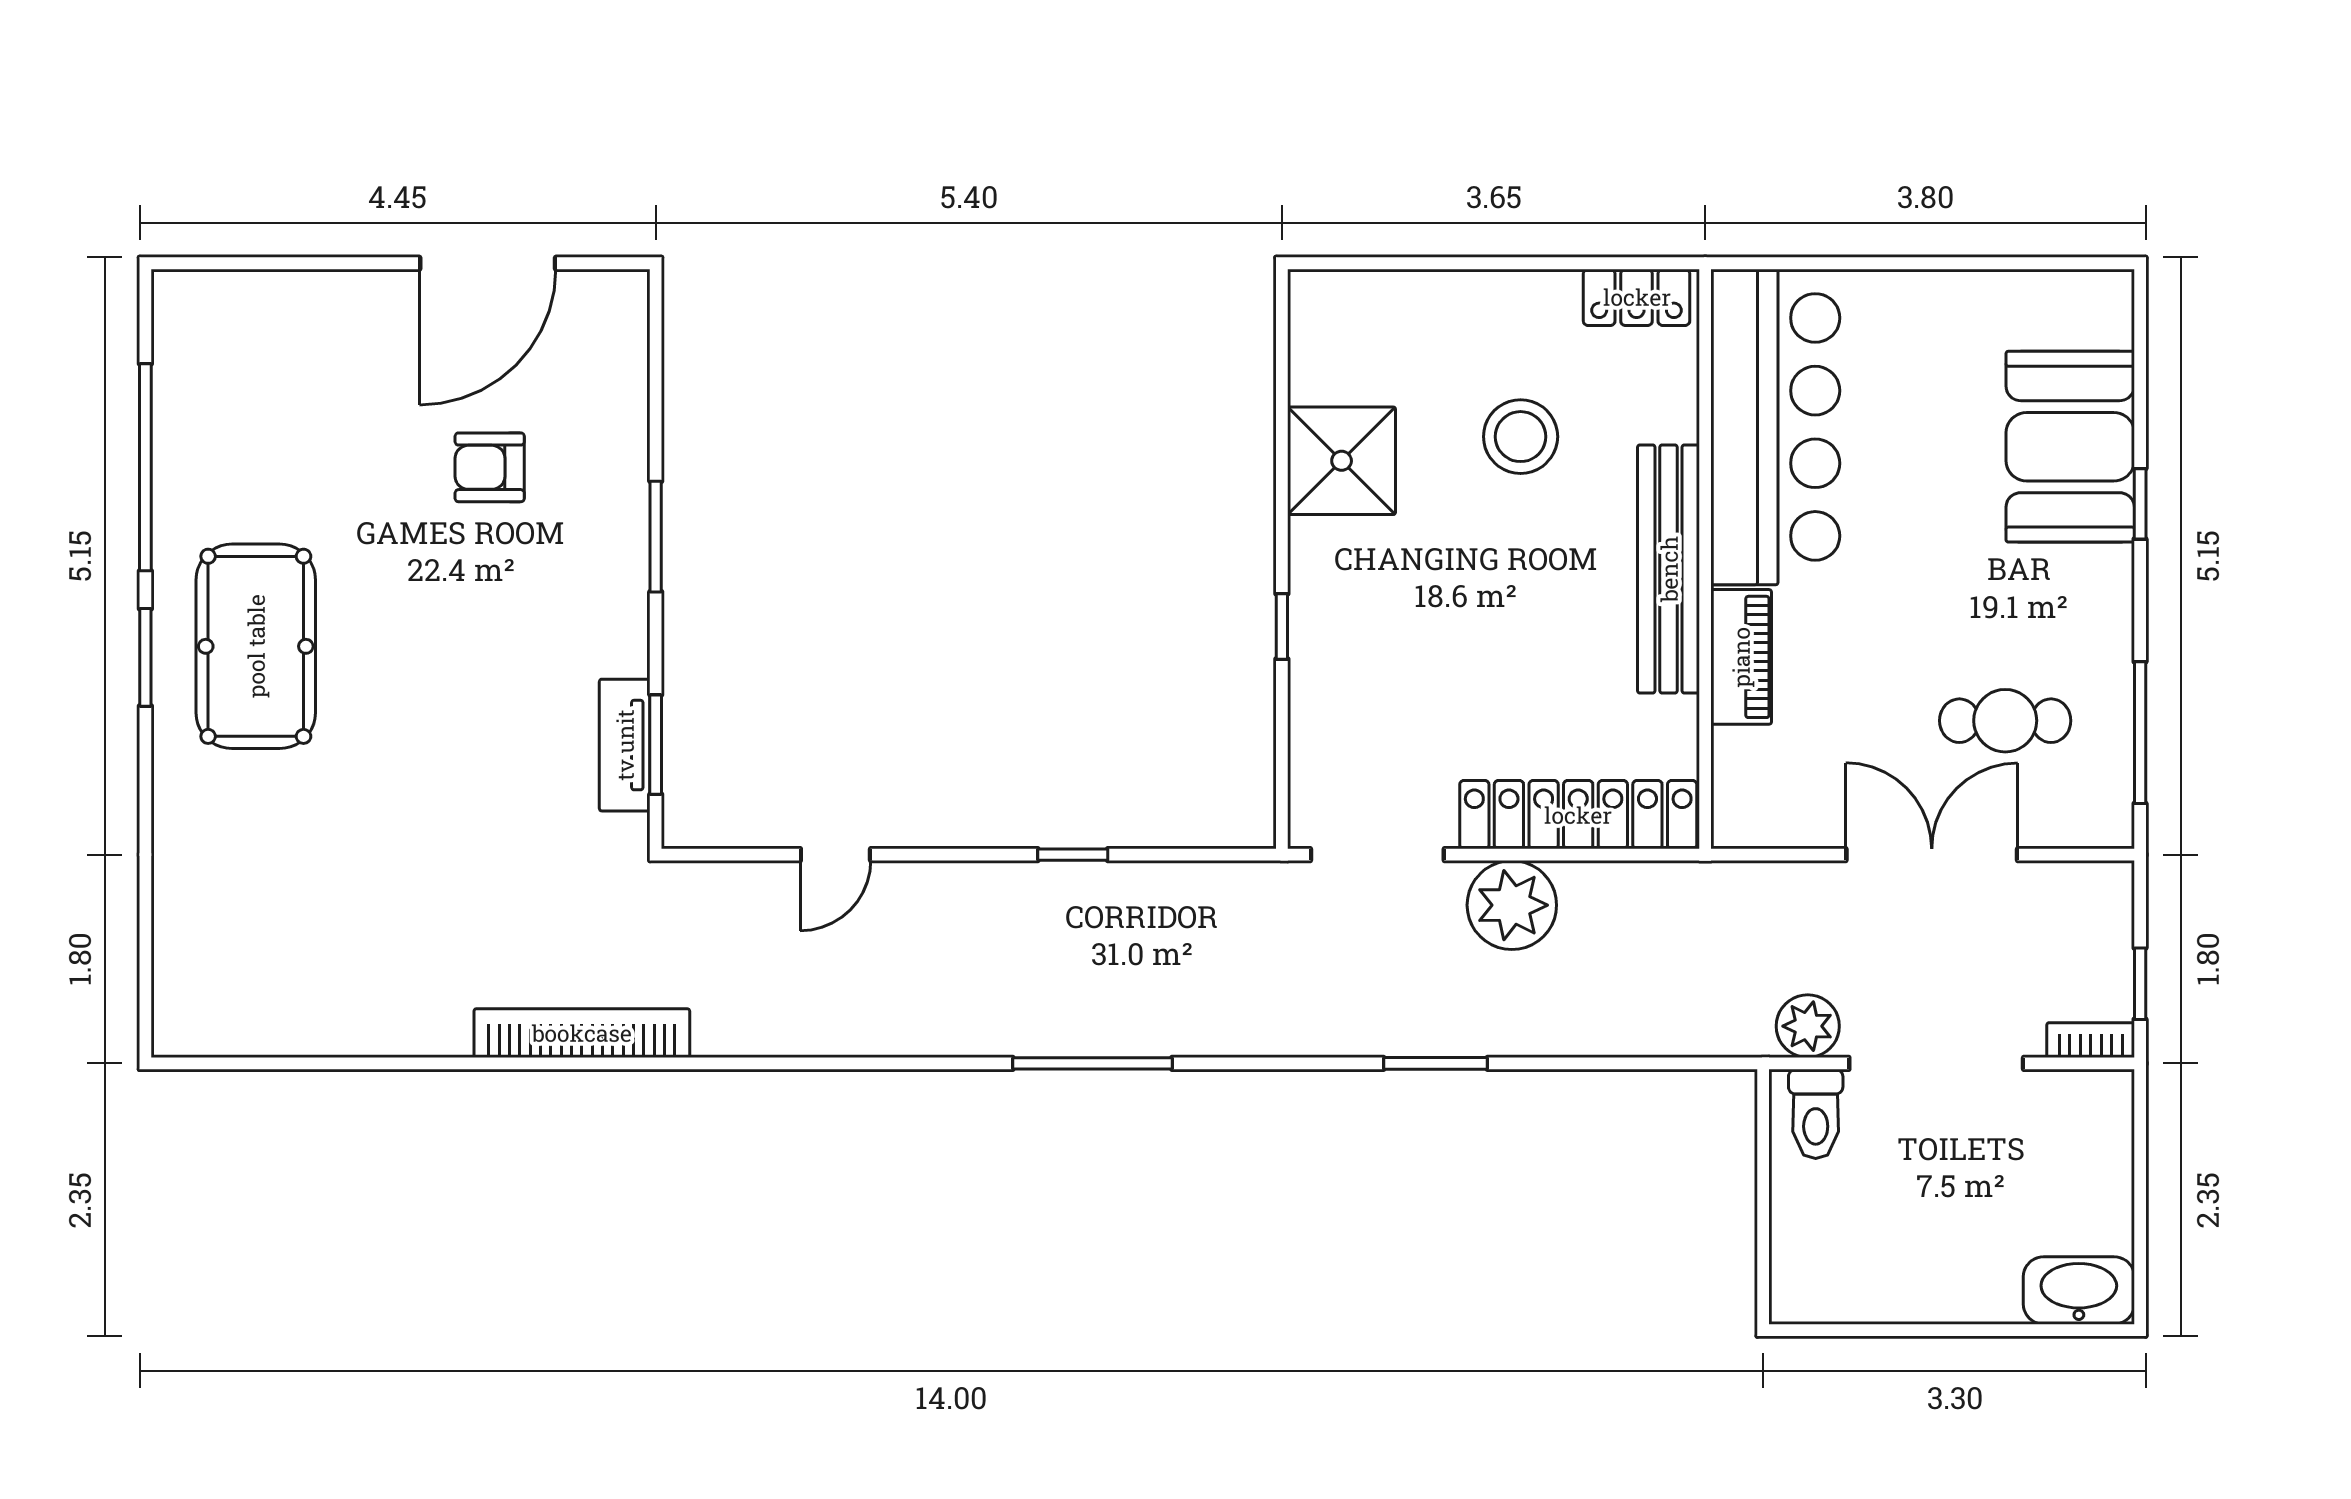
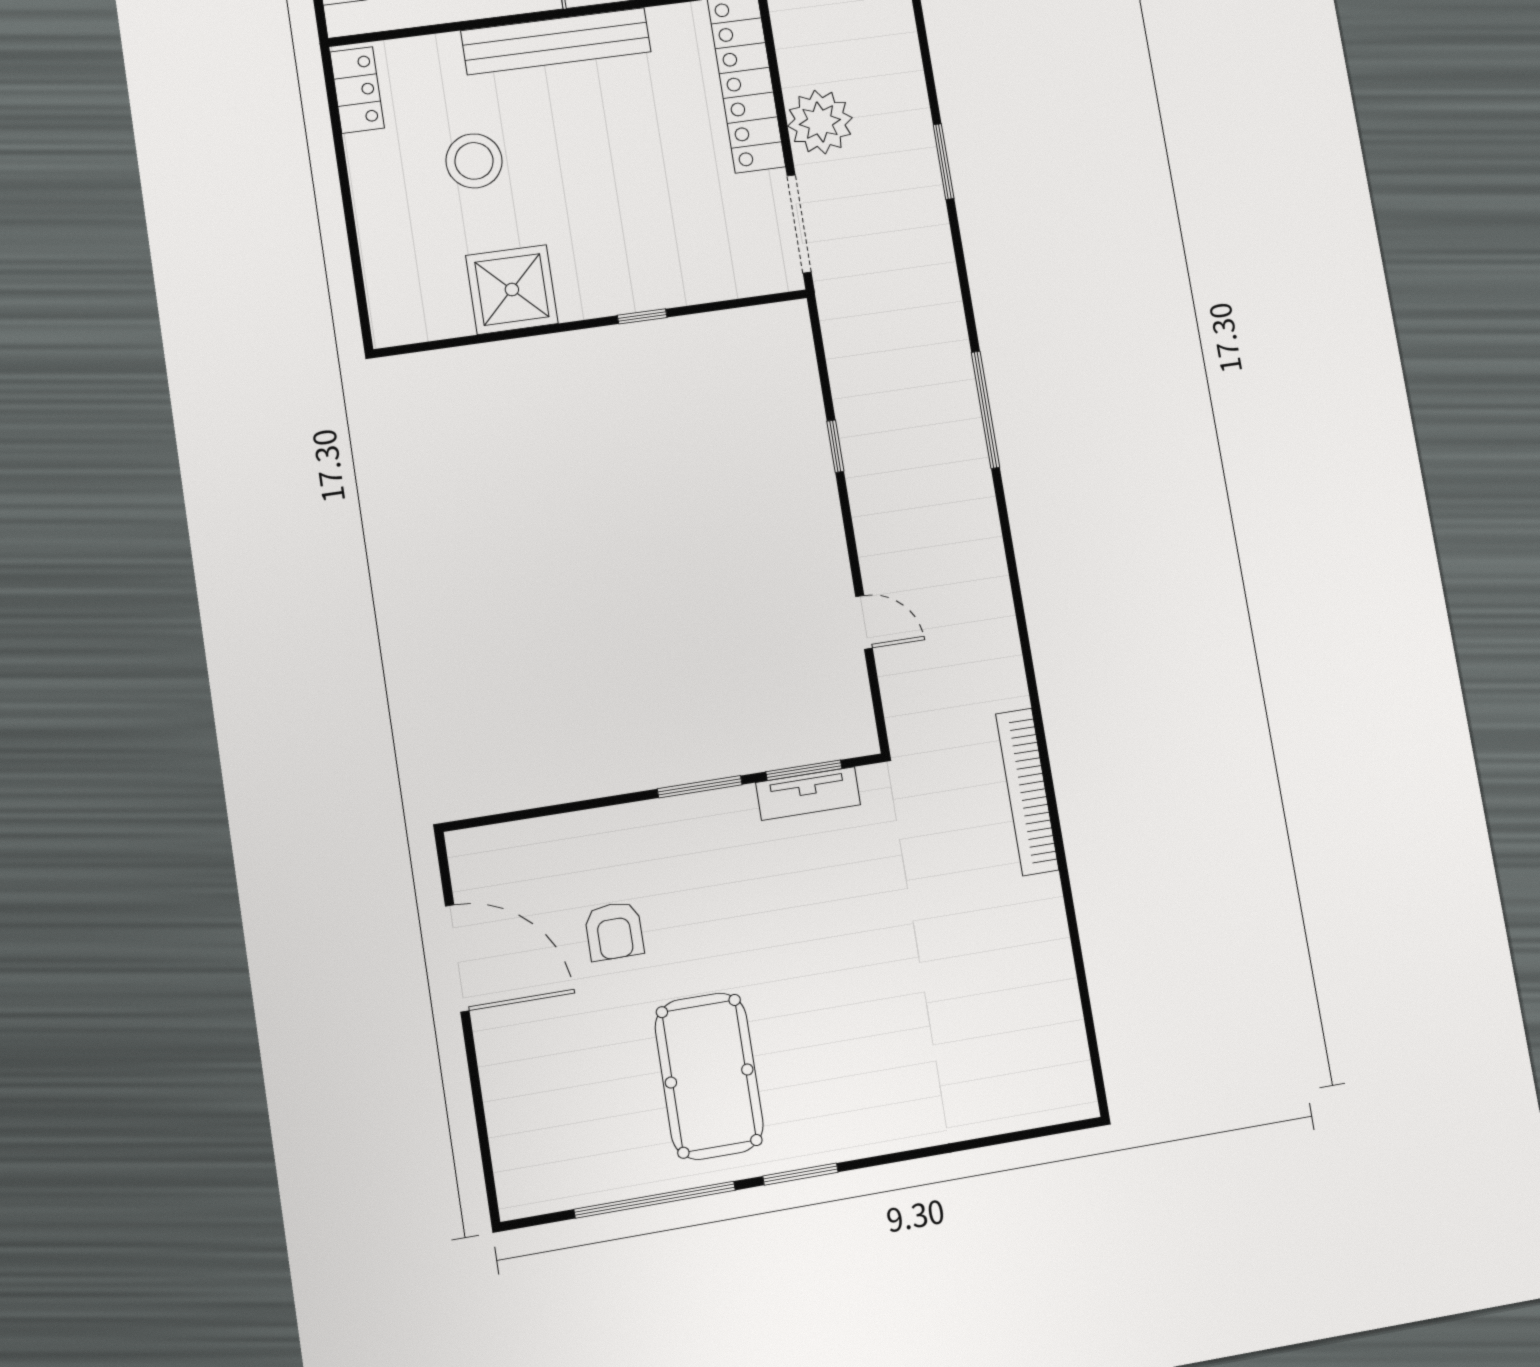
window: (656, 537) -> (700, 787), moved
pool table: (256, 646) -> (709, 1076), moved, turned 90

